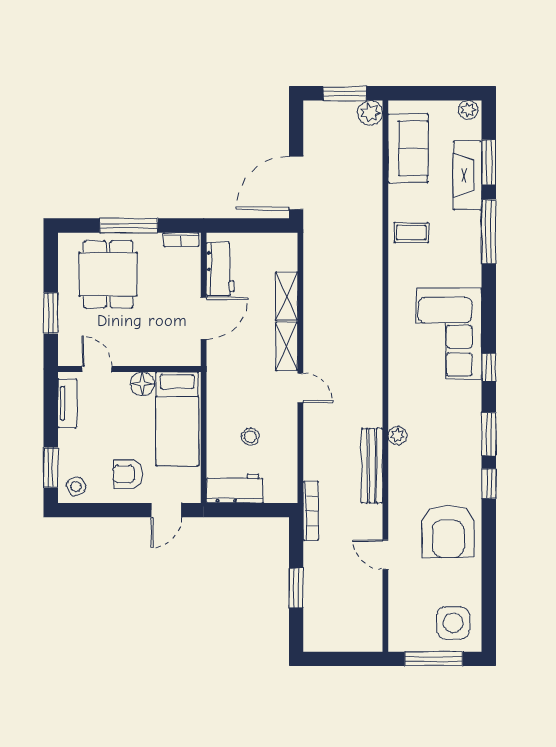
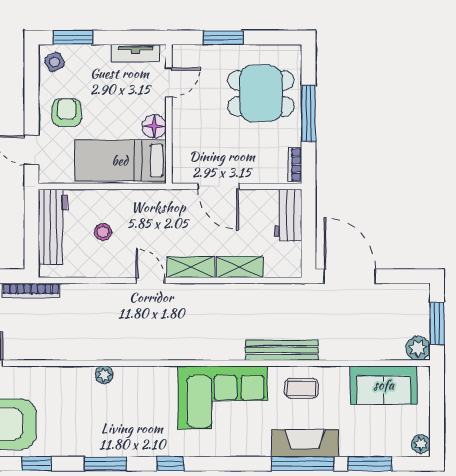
fireplace: (468, 175) -> (305, 443), moved
coffee table: (411, 232) -> (302, 388), turned 90
workbench: (220, 269) -> (288, 215), moved, turned 90
corner sofa: (449, 334) -> (222, 398), moved, turned 180
door: (300, 388) -> (150, 280), swing flipped
bench: (372, 466) -> (282, 350), moved
window: (489, 484) -> (37, 464), moved
workbench: (235, 488) -> (53, 227), width x1.38

